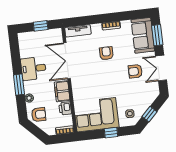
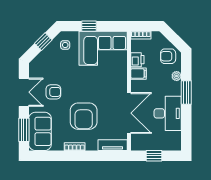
armchair: (106, 53) -> (84, 116), width x1.88, depth x1.88
desk: (33, 69) -> (168, 113), width x1.37
filing cabinet: (62, 91) -> (139, 74), width x0.50

